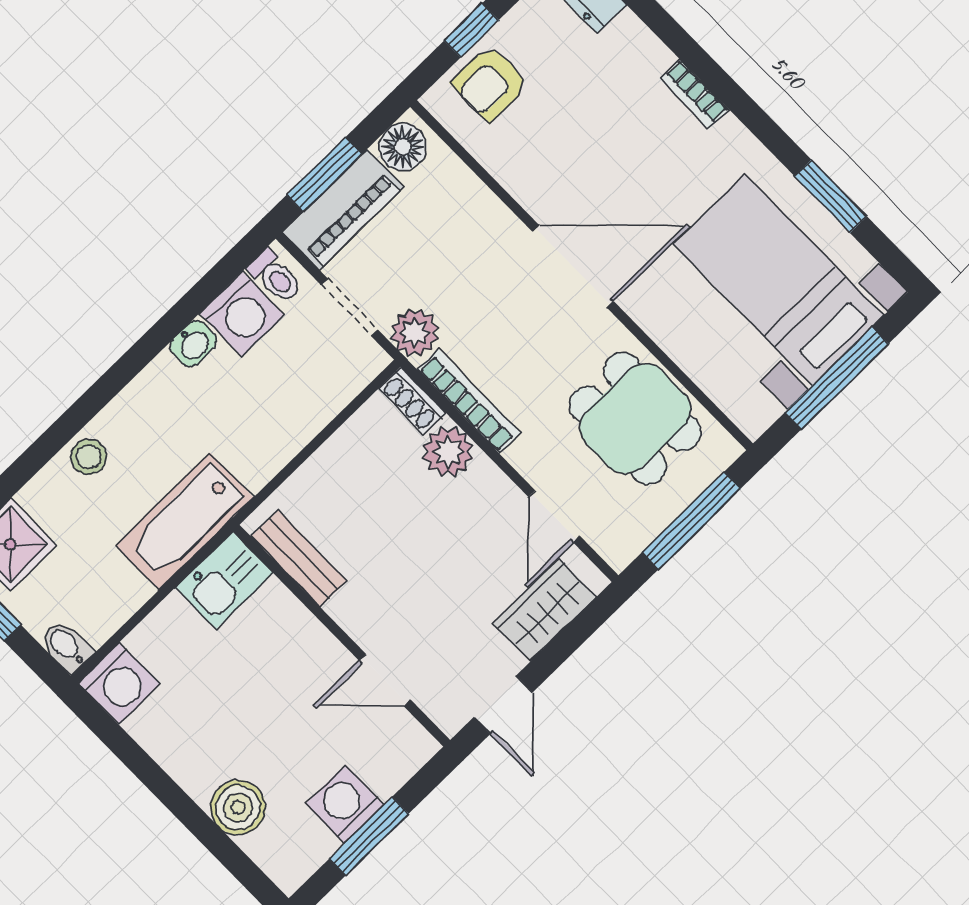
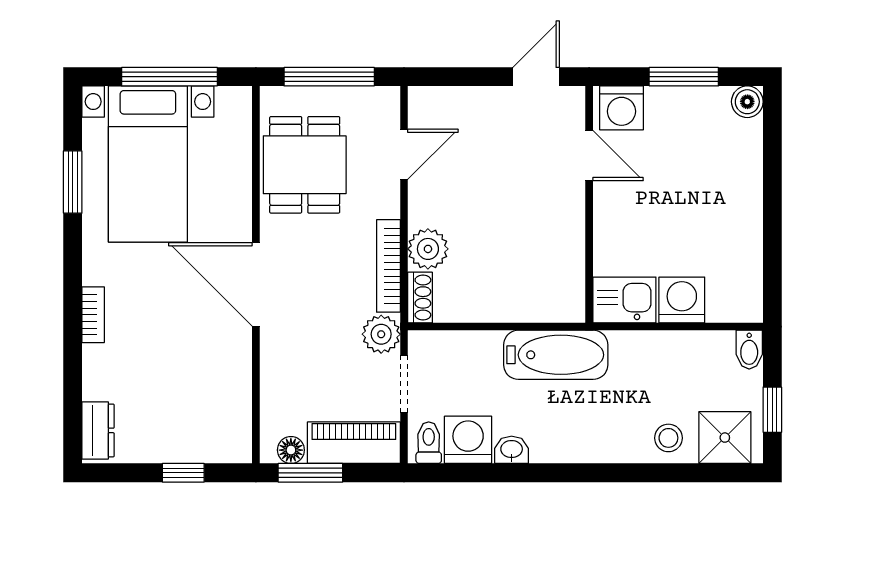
armchair: (490, 83) -> (202, 433), removed
floor lamp: (403, 147) -> (291, 450), width x0.73, depth x0.73
window: (324, 175) -> (310, 473), moved
stool: (89, 457) -> (668, 438), moved
bathtub: (184, 521) -> (556, 355), moved
bench: (299, 558) -> (571, 271), removed
wardrobe: (545, 610) -> (461, 107), removed
washing machine: (119, 683) -> (682, 300), moved
washing machine: (345, 804) -> (621, 108), moved
boiler: (238, 807) -> (747, 102), moved, width x0.73, depth x0.73

